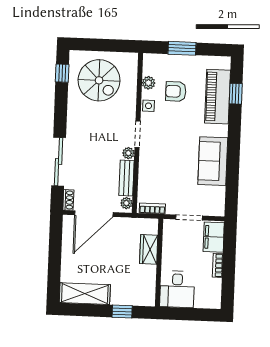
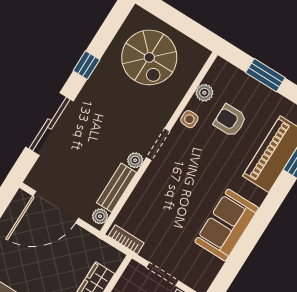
window: (62, 73) -> (86, 65), moved
shoe rack: (68, 200) -> (35, 175), removed

